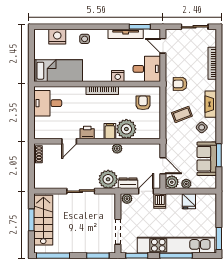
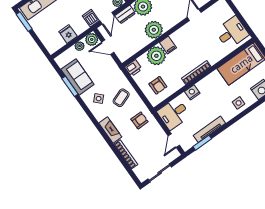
door: (163, 46) -> (174, 141), swing flipped
fireplace: (211, 104) -> (110, 130), moved
printer: (87, 132) -> (133, 68), moved
plant: (117, 149) -> (154, 30), width x1.88, depth x1.88

